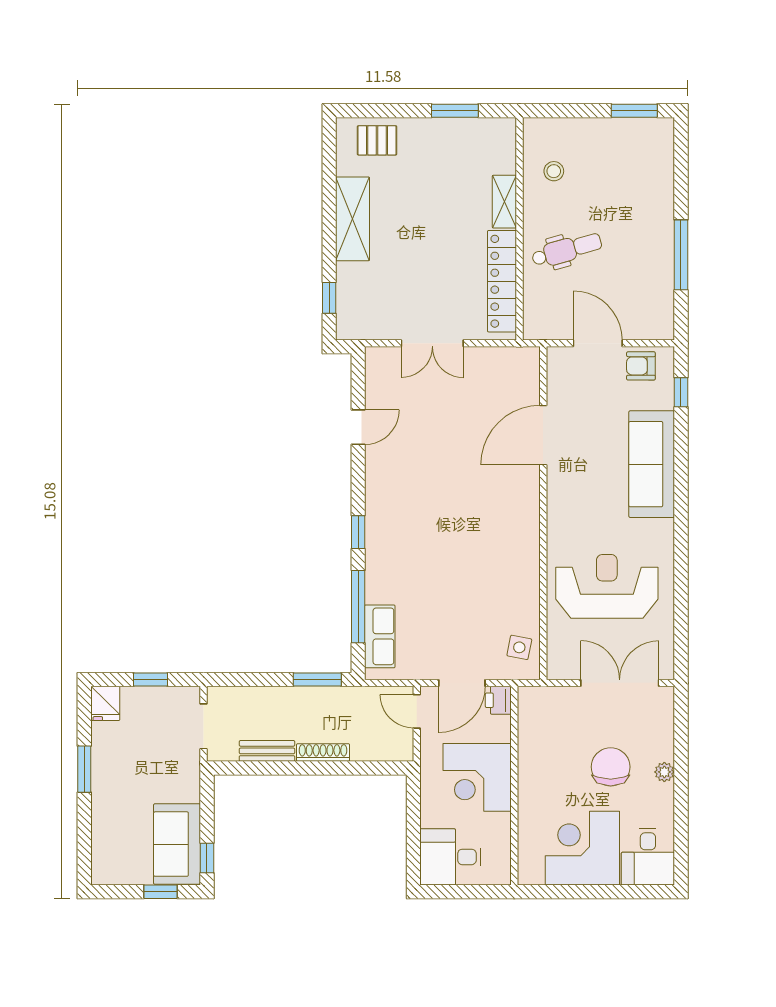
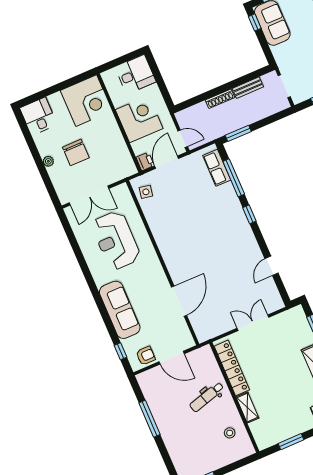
reception desk: (607, 586) -> (116, 240), turned 90
corner desk: (582, 848) -> (86, 101), moved

